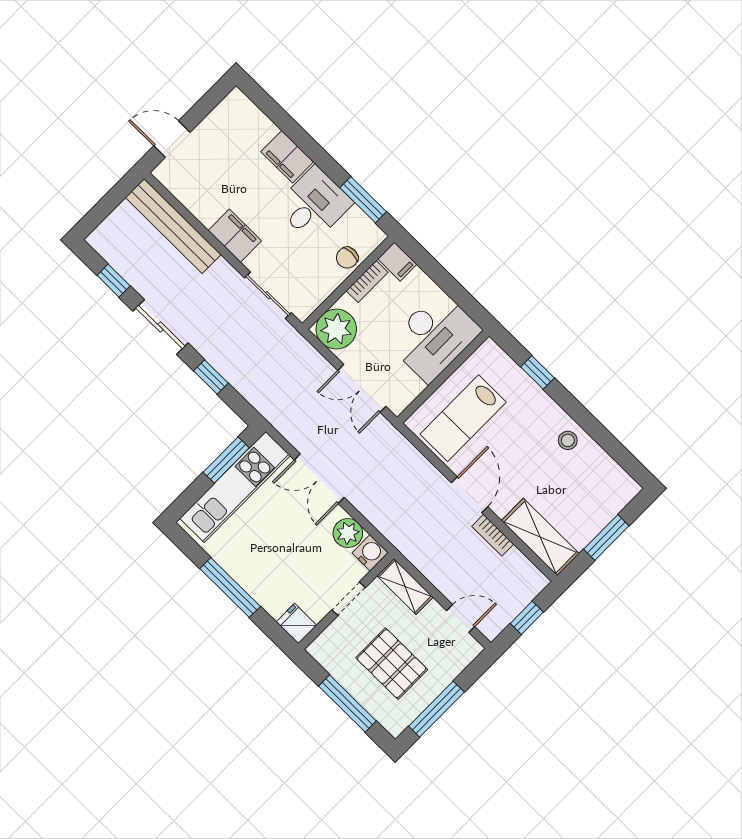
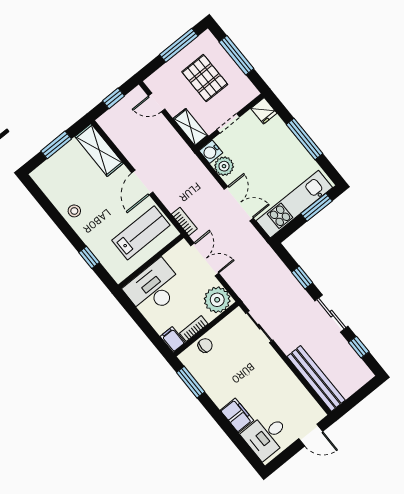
desk: (314, 204) -> (266, 436), moved
filing cabinet: (235, 236) -> (277, 368), removed
window: (226, 460) -> (317, 207), moved
bookcase: (493, 535) -> (184, 222), moved

